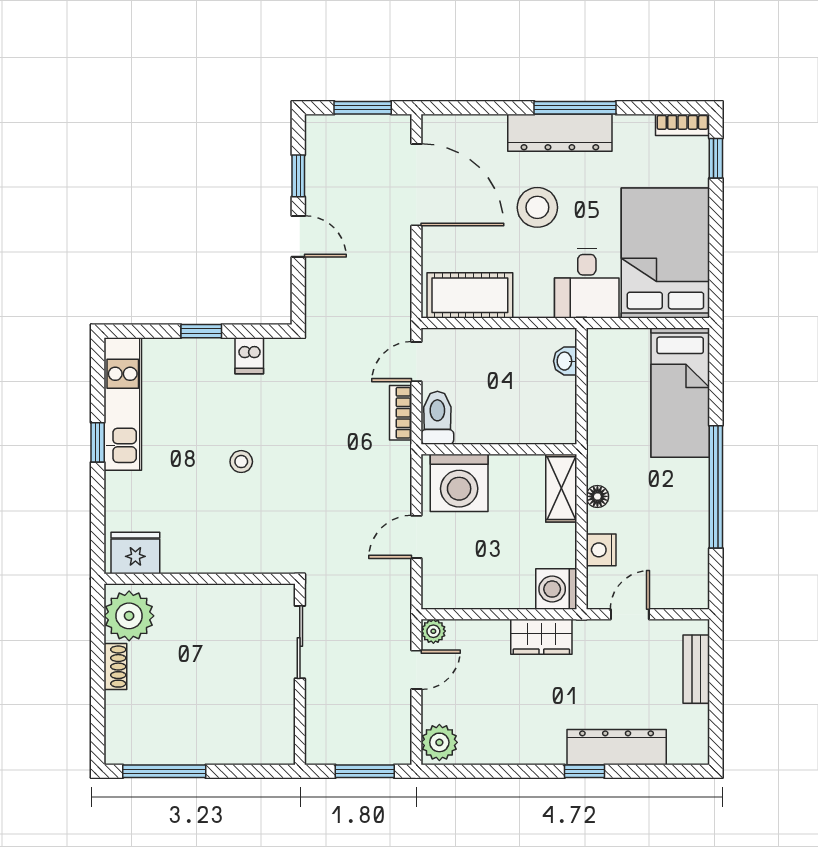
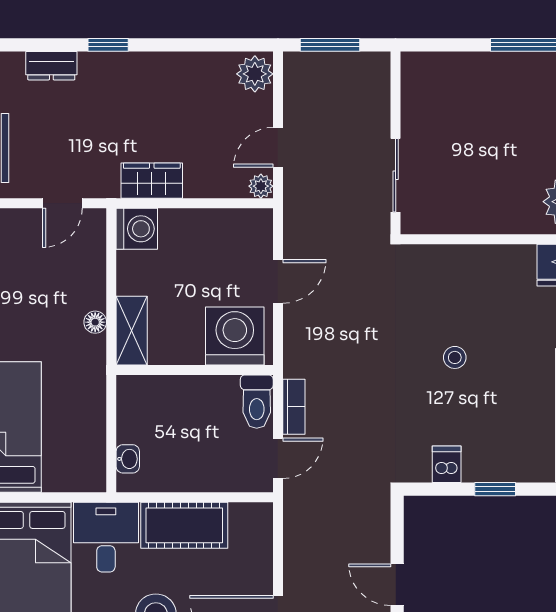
cot: (470, 295) -> (184, 525), moved
nightstand: (601, 550) -> (91, 268), removed
dresser: (617, 747) -> (51, 66), width x0.51, depth x0.80

